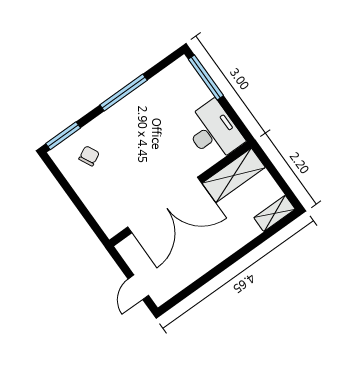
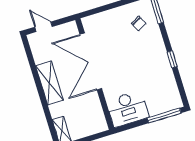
window: (124, 93) -> (172, 59), width x0.46
shelving: (234, 175) -> (49, 83), moved

